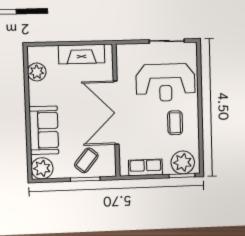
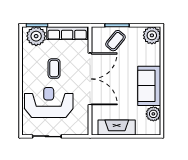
coffee table: (175, 123) -> (54, 69), moved
sofa: (44, 130) -> (149, 86), moved
row of seats: (145, 167) -> (67, 33), width x1.48

